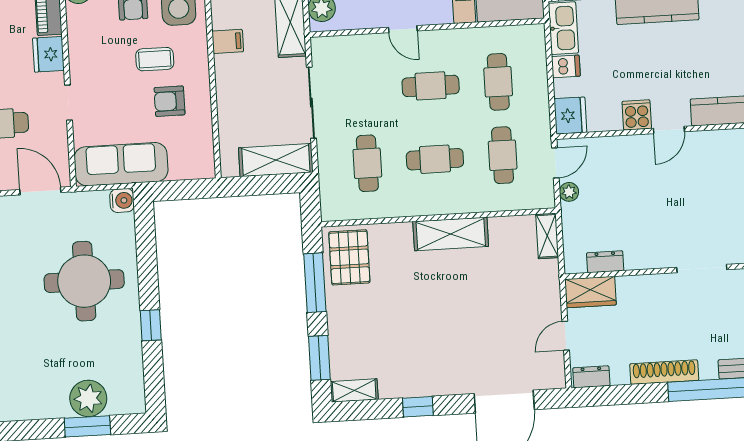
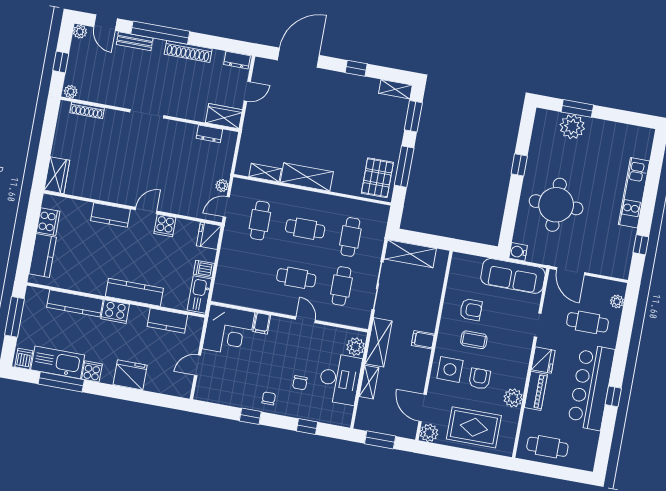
cafe table: (498, 82) -> (341, 286), moved
shelving: (547, 236) -> (265, 173), moved, turned 90

